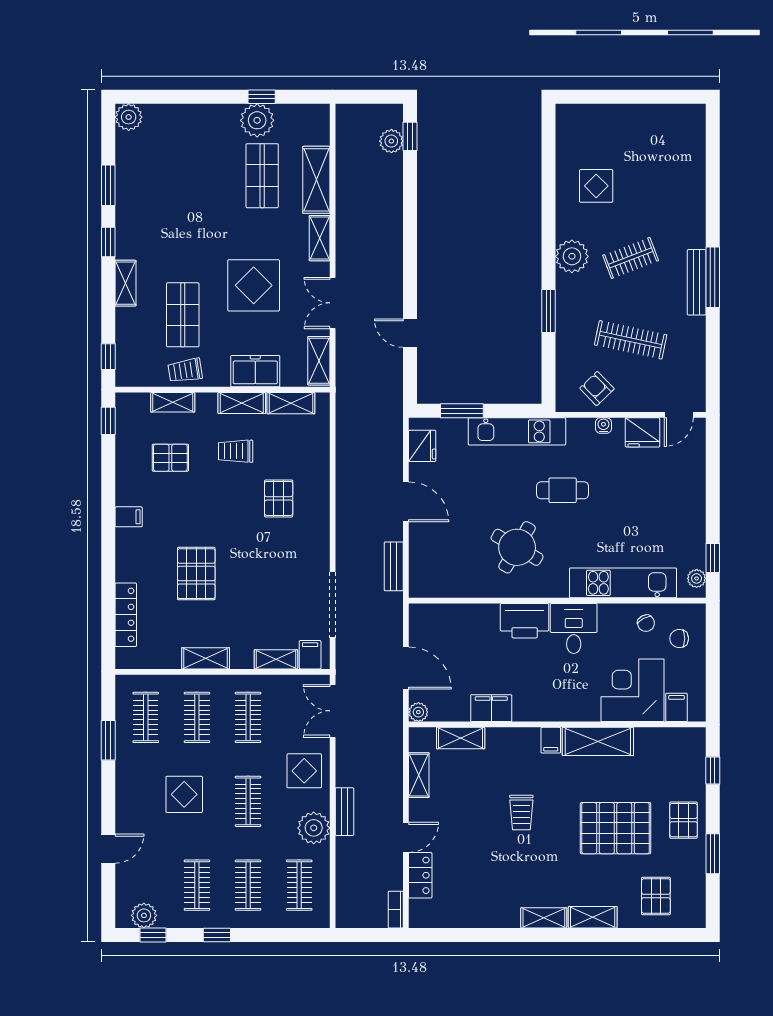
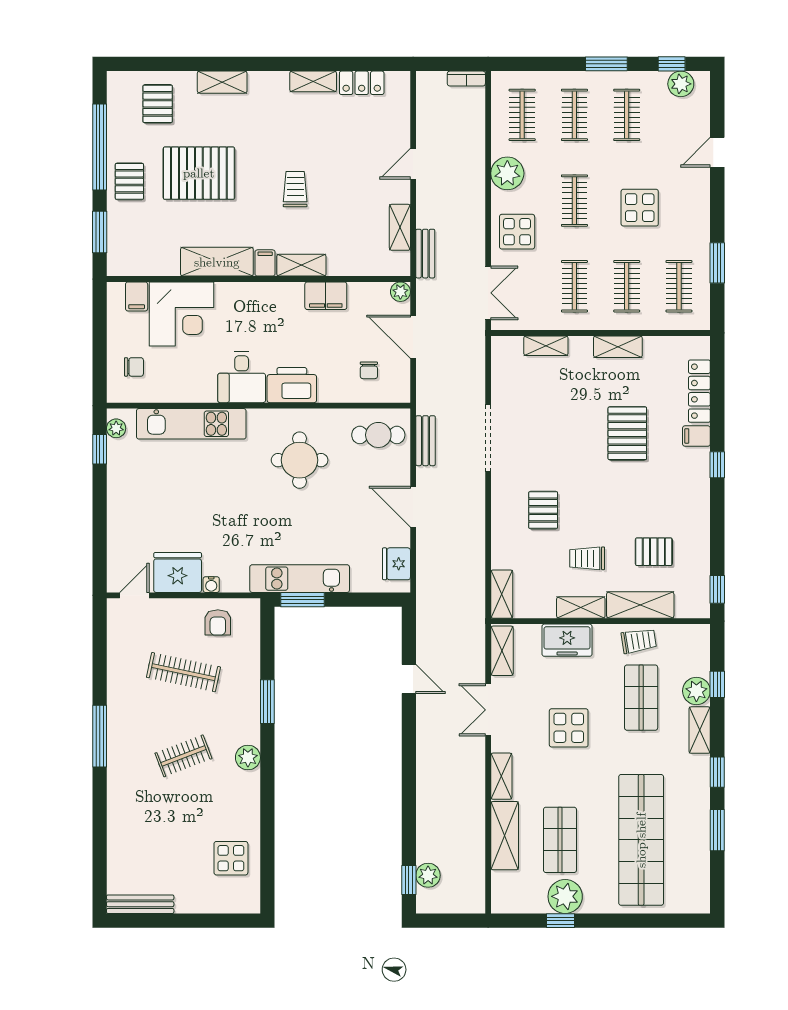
plant: (129, 117) -> (696, 691), moved
shop shelf: (183, 176) -> (641, 840), added
display table: (596, 186) -> (231, 858), moved
plant: (572, 256) -> (248, 758), width x0.73, depth x0.73
bench: (697, 282) -> (140, 904), moved, turned 90
display table: (254, 285) -> (569, 728), width x0.73, depth x0.73
double door: (333, 303) -> (488, 710), swing flipped
window: (108, 357) -> (717, 684), moved
armchair: (597, 389) -> (218, 622), turned 44
shelving: (173, 402) -> (640, 605), width x1.50, depth x1.33
shelving: (291, 403) -> (502, 594), moved, turned 90
window: (462, 411) -> (303, 600), moved
fridge: (643, 432) -> (178, 572), width x1.36, depth x1.34
trolley: (236, 451) -> (587, 558), turned 180
cafe table: (563, 490) -> (378, 435), moved
filing cabinet: (129, 517) -> (696, 436), moved
window: (108, 543) -> (717, 465), added
round table: (517, 547) -> (300, 460), turned -30
doorway: (333, 605) -> (488, 438), moved
chair: (646, 623) -> (369, 370), moved, turned -153
filing cabinet: (310, 655) -> (511, 350), removed
shelving: (461, 738) -> (301, 265), moved
window: (713, 770) -> (100, 232), width x1.50
bench: (344, 812) -> (425, 254), moved
window: (713, 854) -> (100, 147), width x2.11
locker: (420, 875) -> (362, 83), moved, turned -90
bookcase: (396, 910) -> (466, 79), moved, turned 90
shelving: (544, 918) -> (313, 81), moved
window: (217, 935) -> (606, 64), width x1.50

